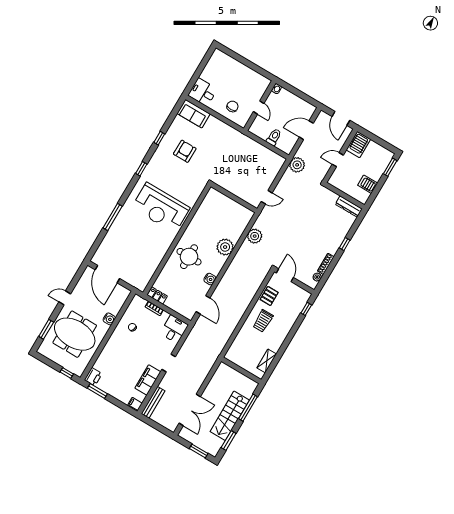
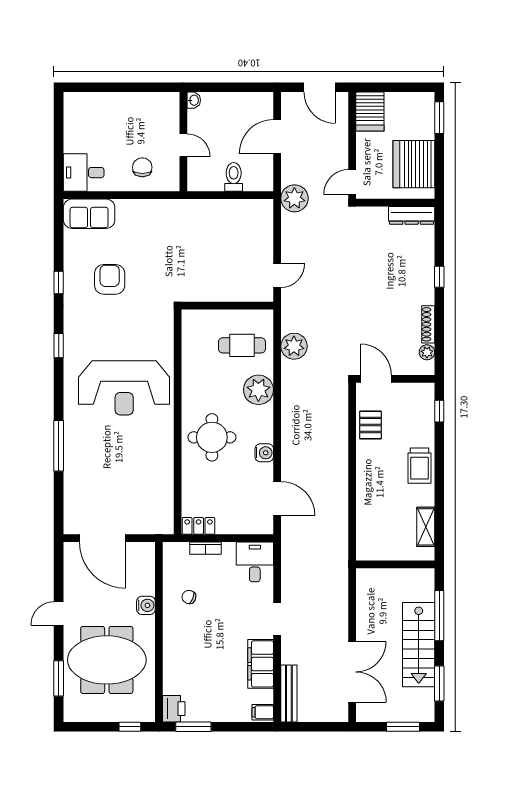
door: (338, 160) -> (352, 182), moved
server rack: (368, 184) -> (414, 164), width x2.18, depth x1.44
cafe table: (230, 221) -> (242, 345), added
trolley: (263, 321) -> (419, 466), moved

